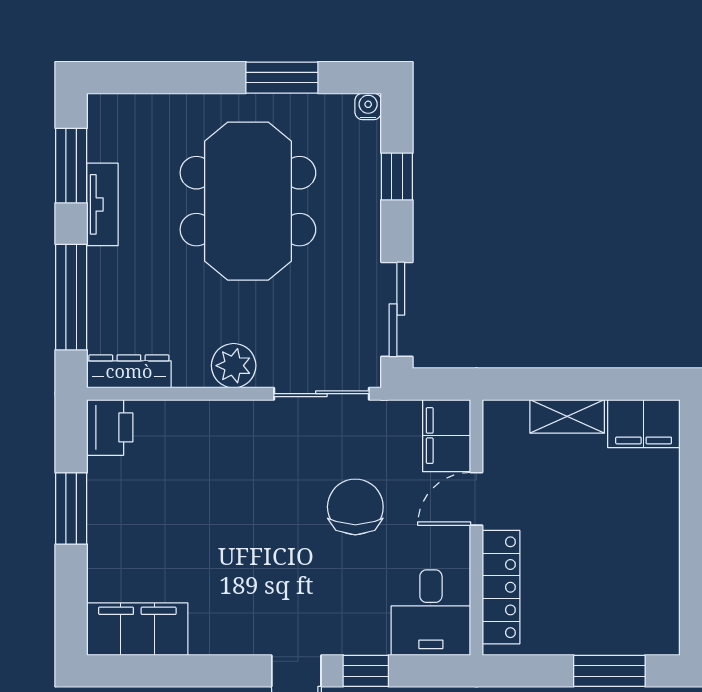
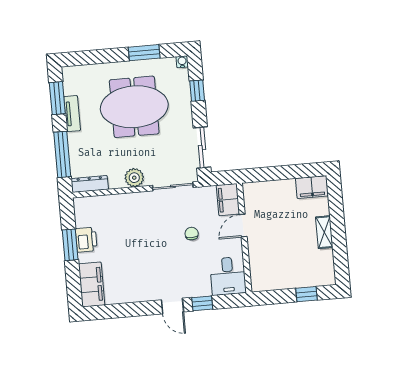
meeting table: (248, 201) -> (134, 107), turned 90
shelving: (567, 416) -> (324, 232), moved, turned 90
printer: (110, 427) -> (86, 240), moved
chair: (355, 507) -> (192, 234), width x0.54, depth x0.54
locker: (501, 587) -> (257, 262), removed
filing cabinet: (137, 629) -> (92, 284), moved, turned 90
window: (609, 671) -> (306, 294), width x0.67

